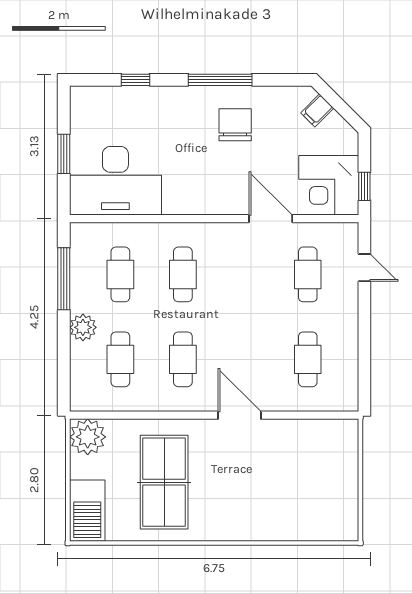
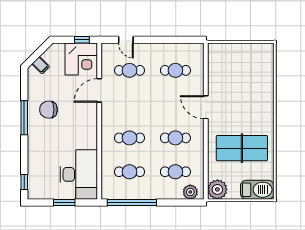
window: (135, 80) -> (24, 182), moved
door: (364, 268) -> (126, 40), swing flipped
window: (64, 279) -> (132, 202), width x1.46
plant: (83, 327) -> (190, 192), moved
door: (239, 415) -> (206, 107), hinge flipped

